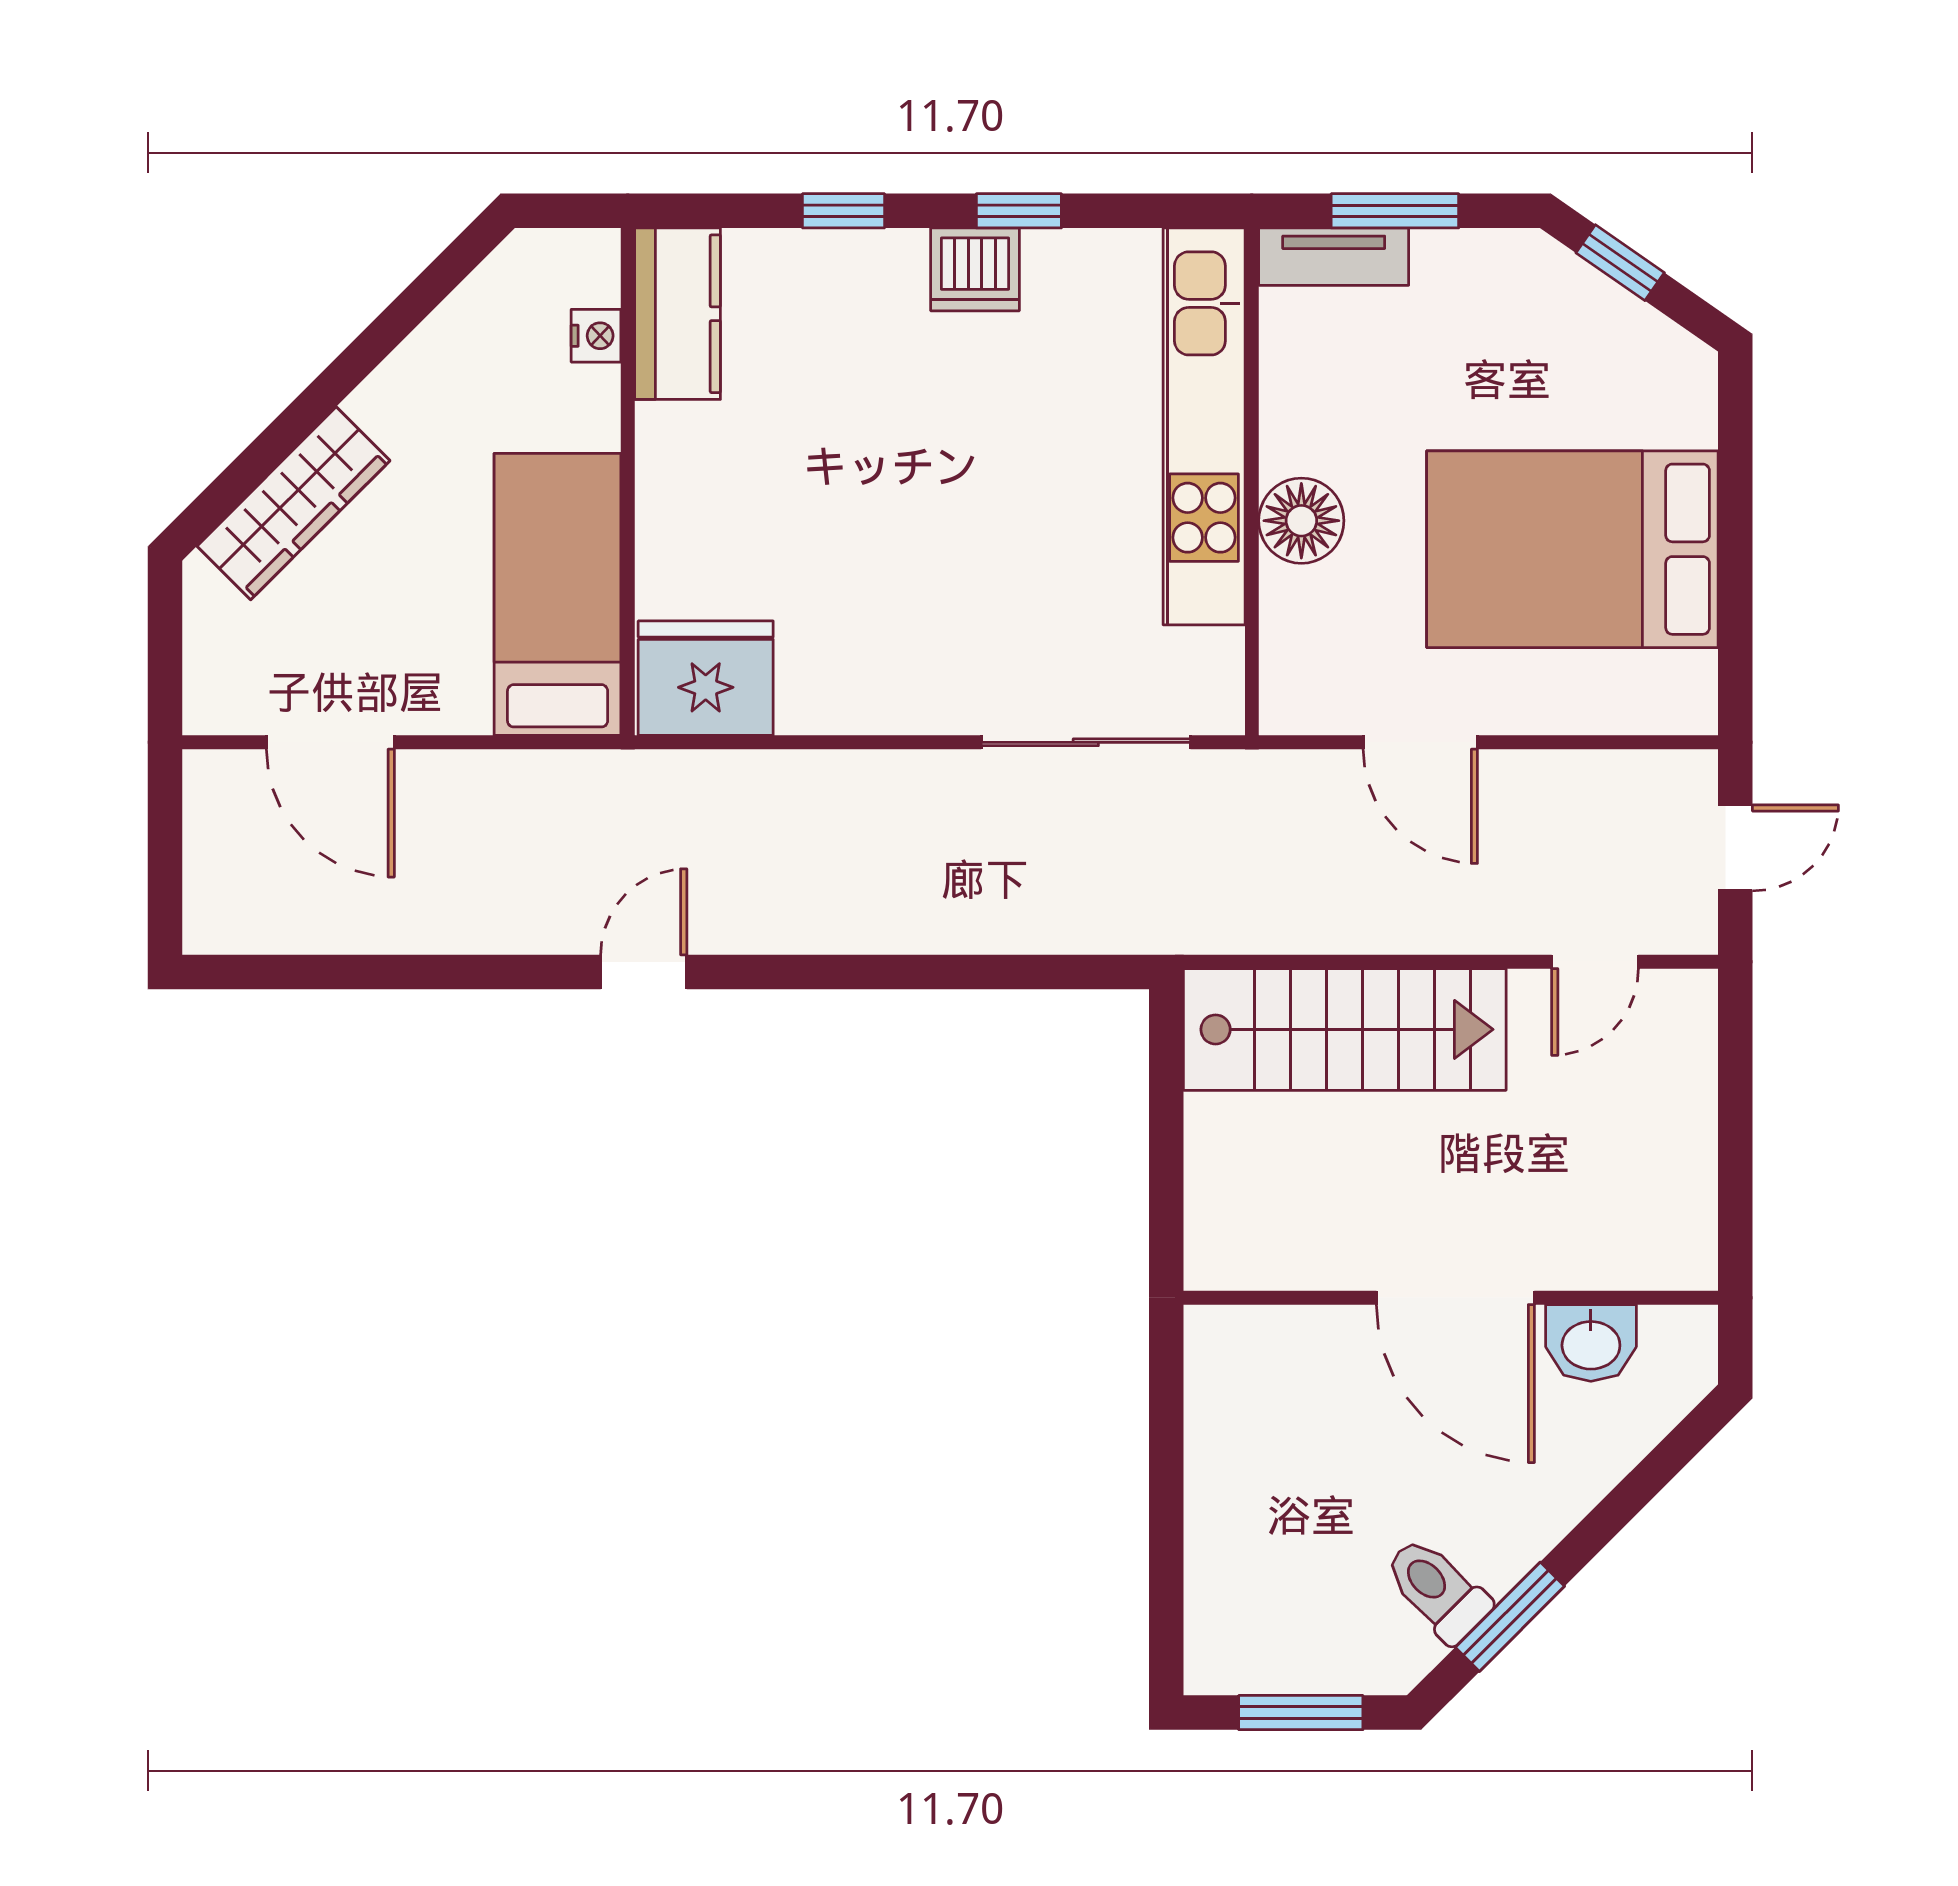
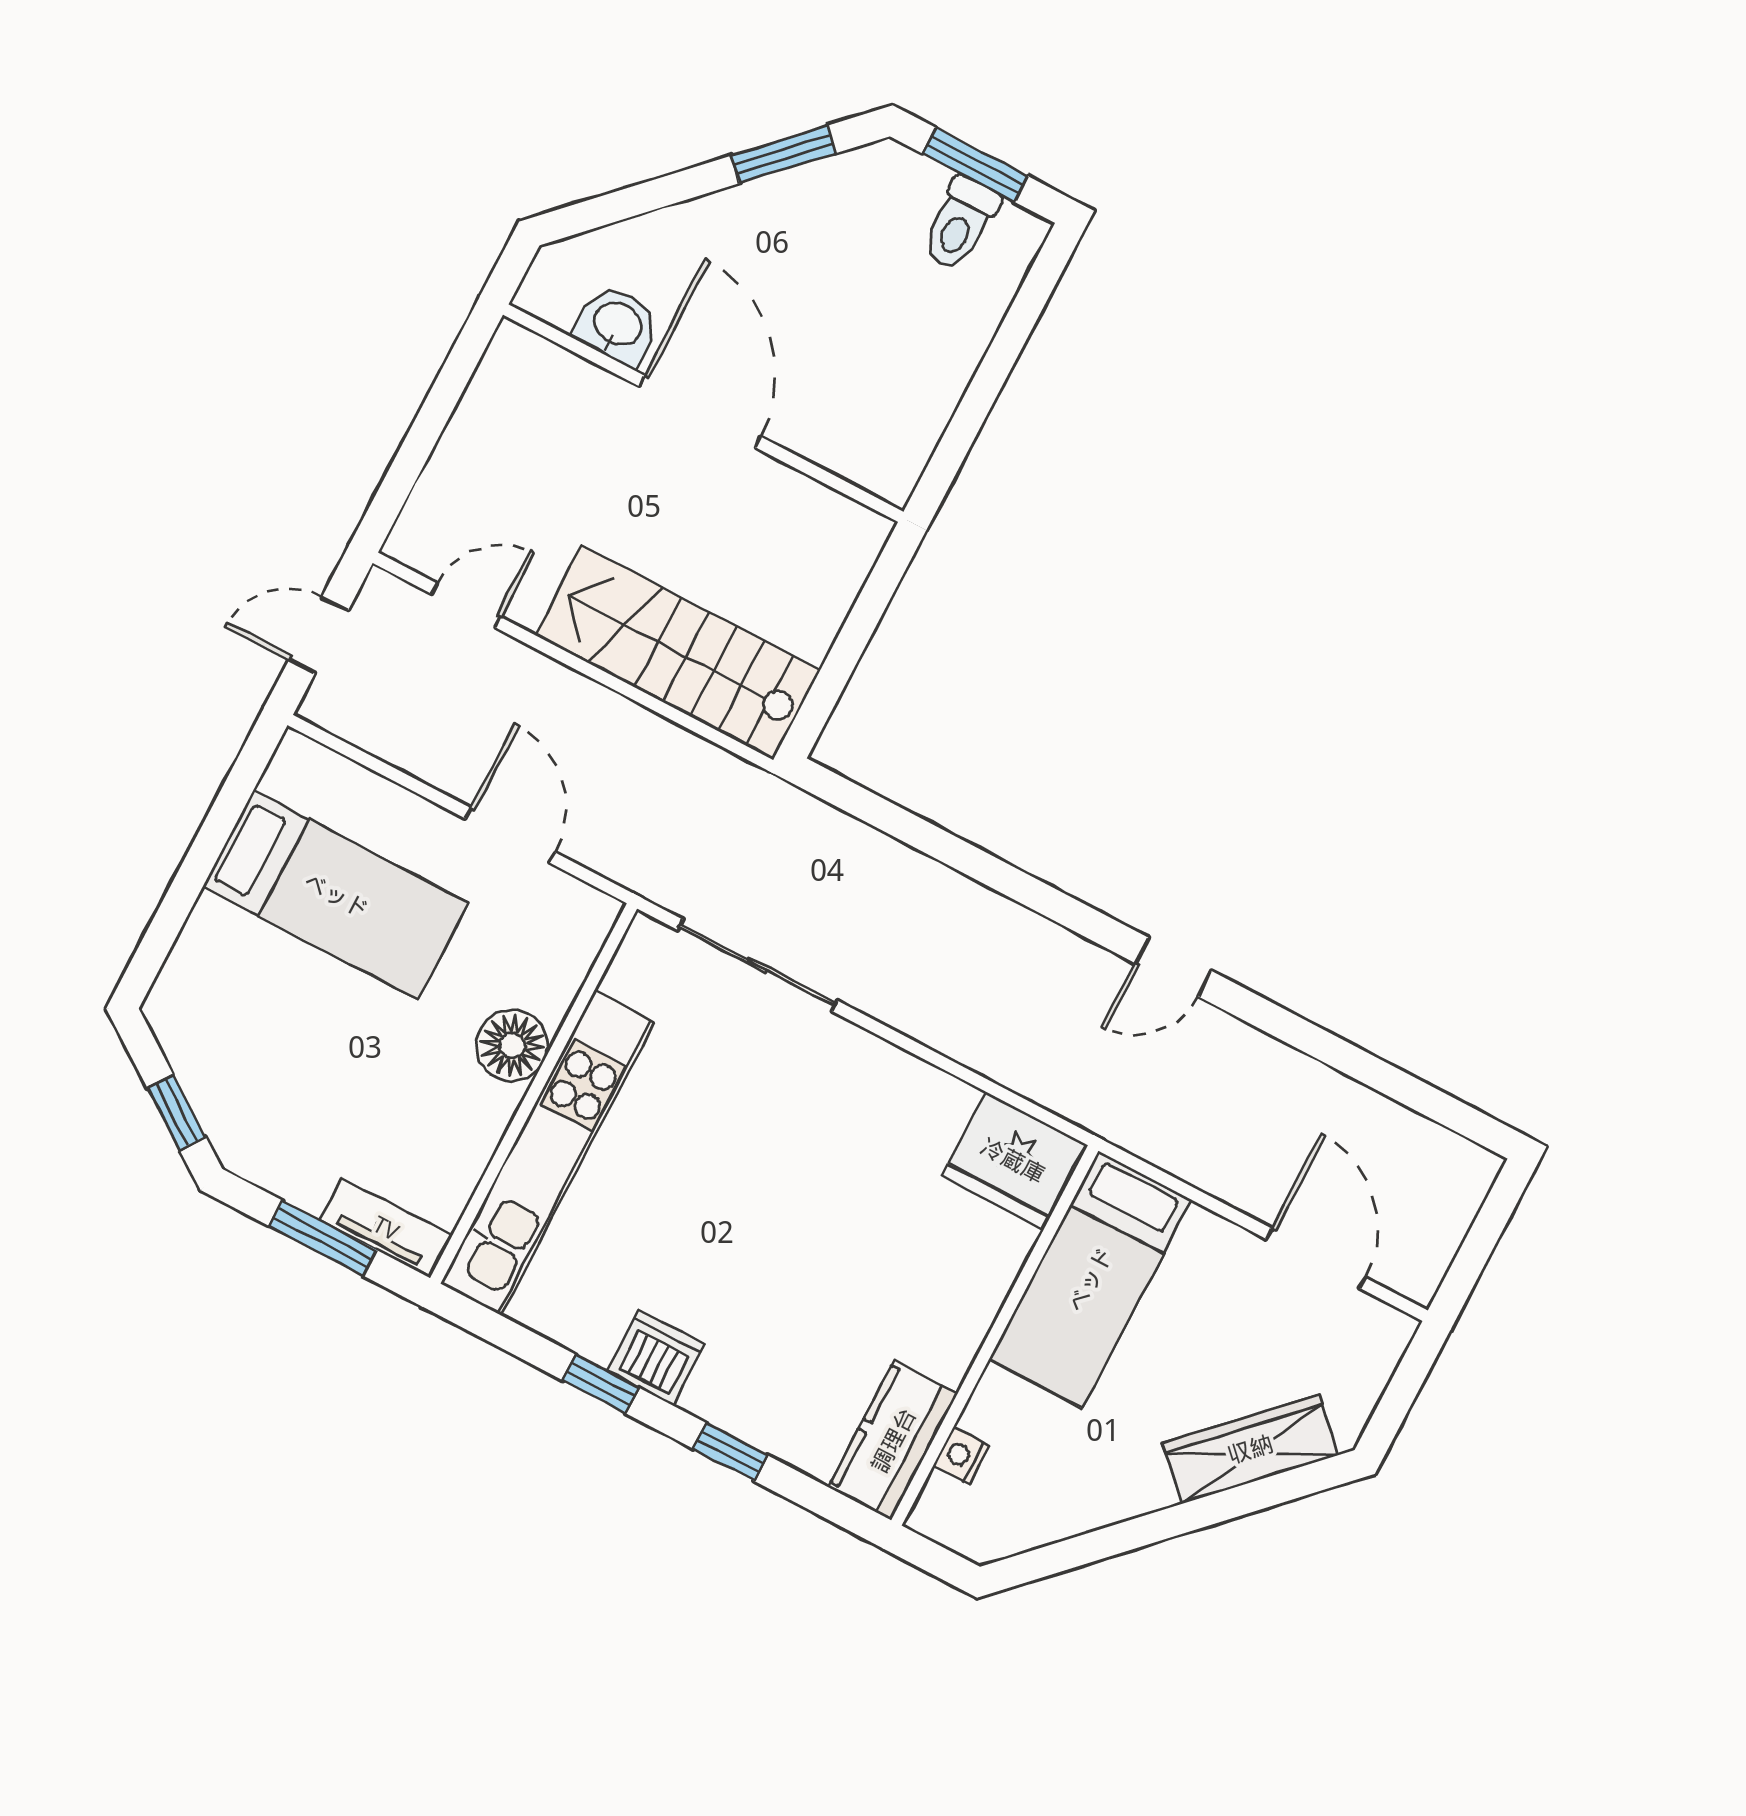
bed: (1572, 549) -> (336, 895), width x0.67
toilet: (1437, 1590) -> (960, 224), moved, turned 45

